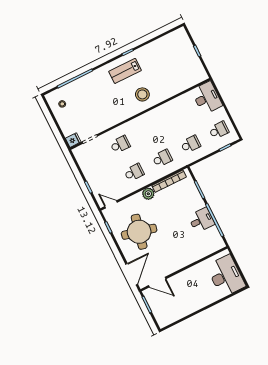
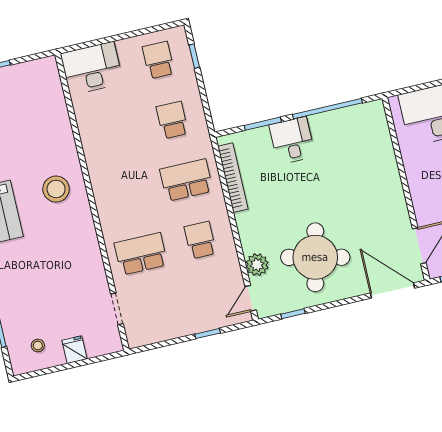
fridge: (73, 140) -> (75, 350), moved
school desk: (120, 144) -> (141, 254), width x1.85
school desk: (162, 158) -> (186, 180), width x1.85
plant: (148, 194) -> (257, 265), moved
desk: (201, 220) -> (292, 141), moved

